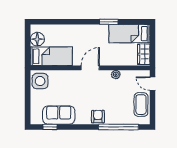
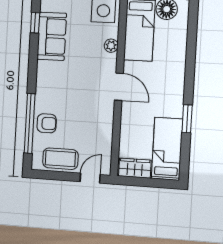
plant: (116, 75) -> (111, 46), moved
armchair: (98, 117) -> (47, 123), moved

